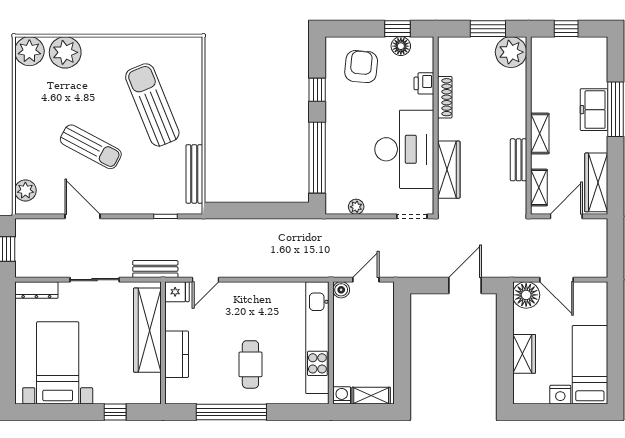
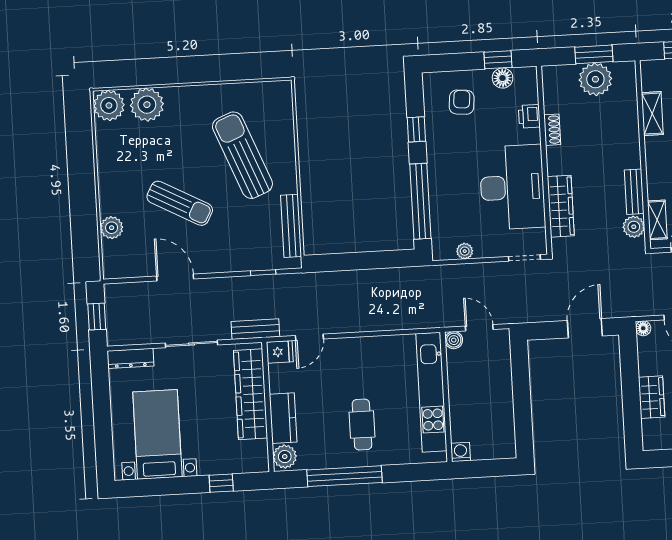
plant: (511, 52) -> (595, 79), moved
armchair: (361, 67) -> (462, 102), width x0.72, depth x0.72
shoe rack: (445, 97) -> (552, 130), width x0.70
shelving: (540, 134) -> (652, 114), moved
plant: (25, 190) -> (112, 228), moved
plant: (516, 193) -> (634, 227), added
door: (366, 280) -> (479, 328), hinge flipped
floor lamp: (526, 295) -> (643, 328), width x0.53, depth x0.53
plant: (176, 390) -> (285, 457), added
shelving: (371, 396) -> (492, 450), removed

